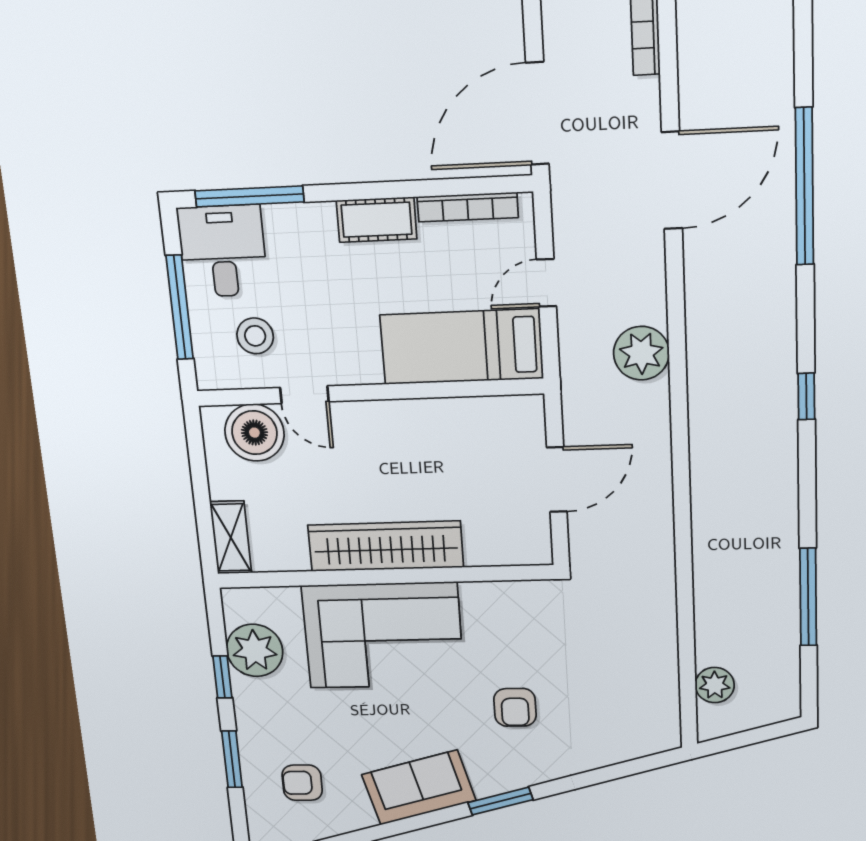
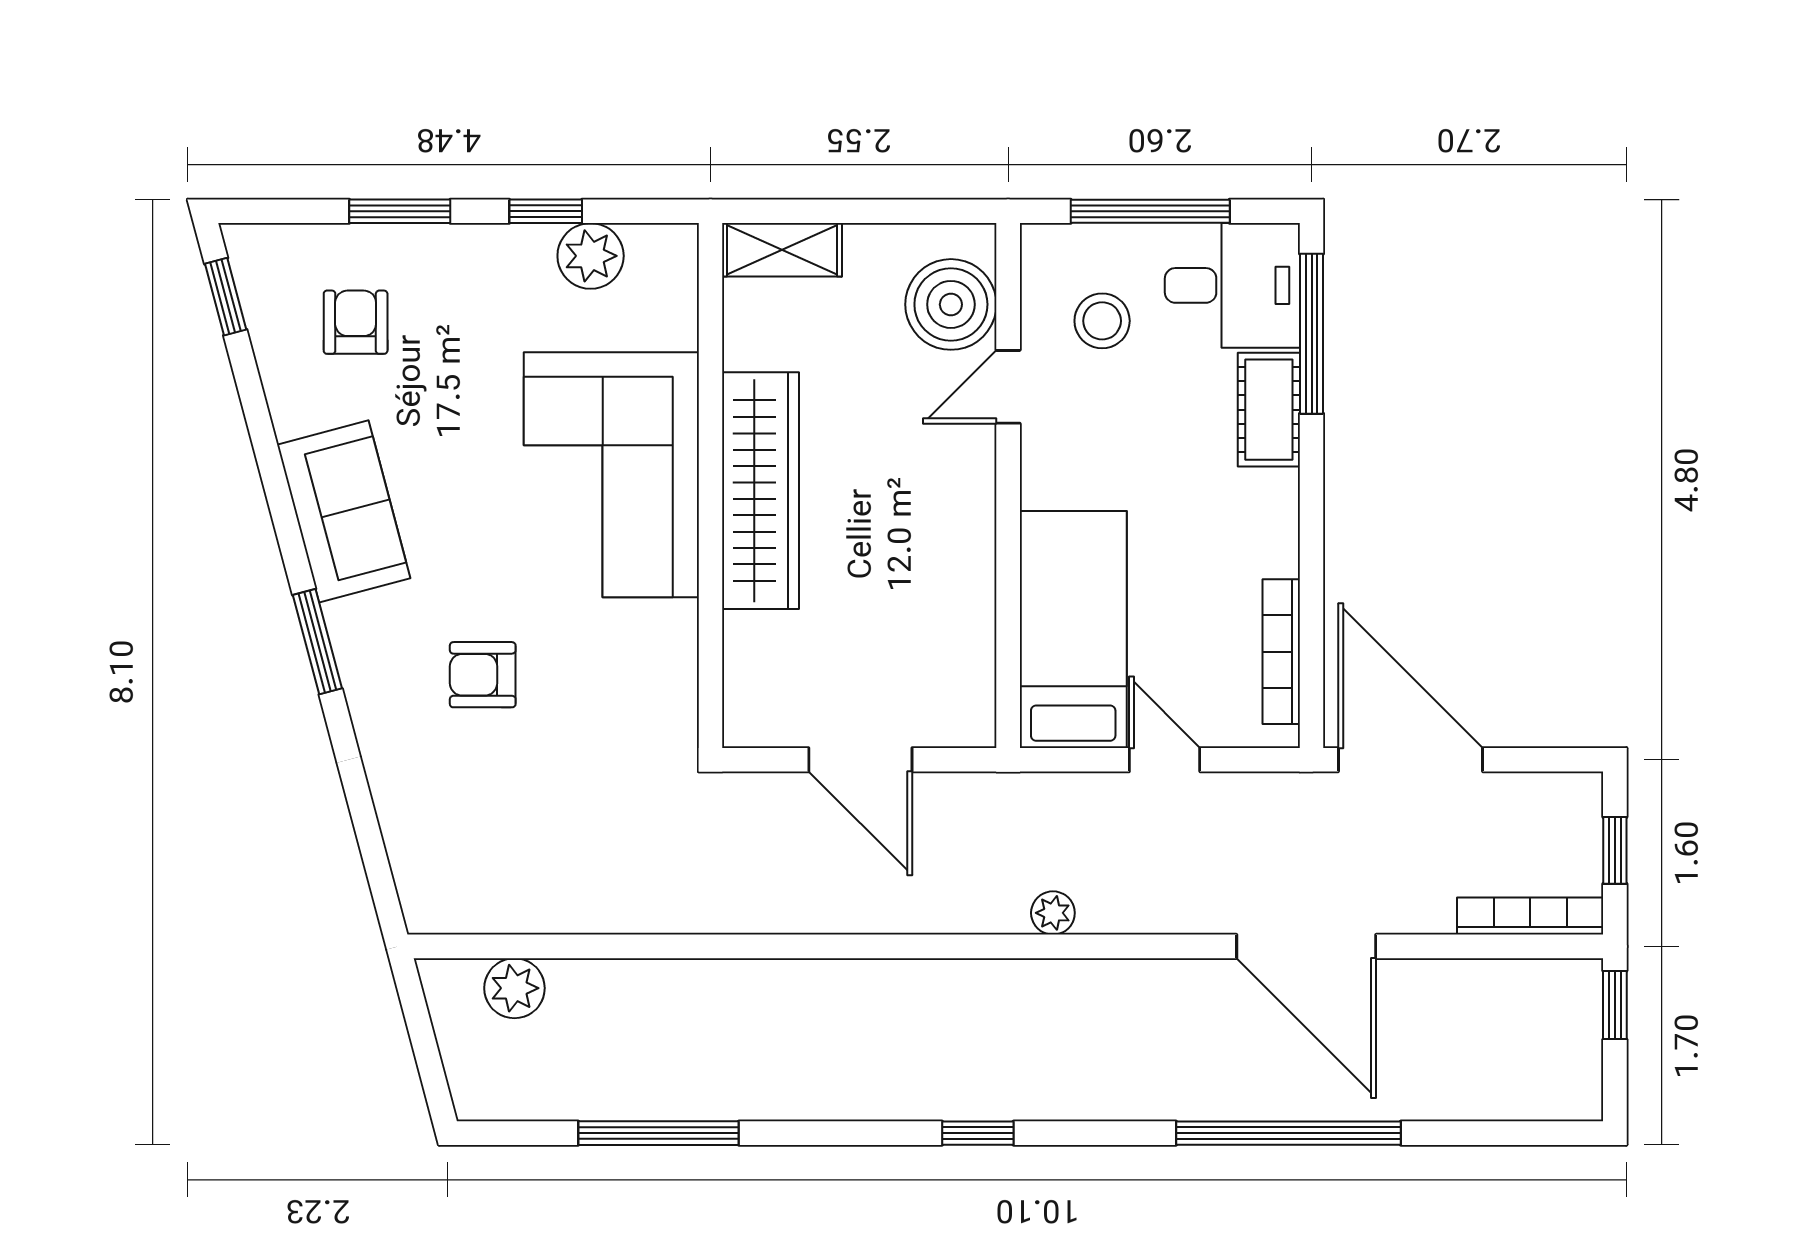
cot: (377, 220) -> (1269, 410), moved
plant: (641, 353) -> (1053, 913), width x0.53, depth x0.53
plant: (255, 650) -> (591, 256), width x0.73, depth x0.73

